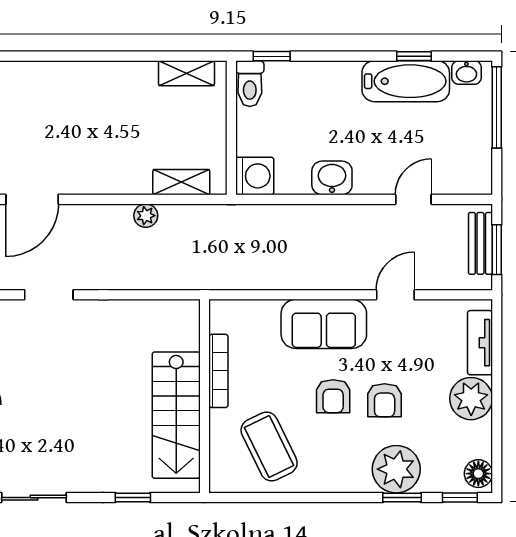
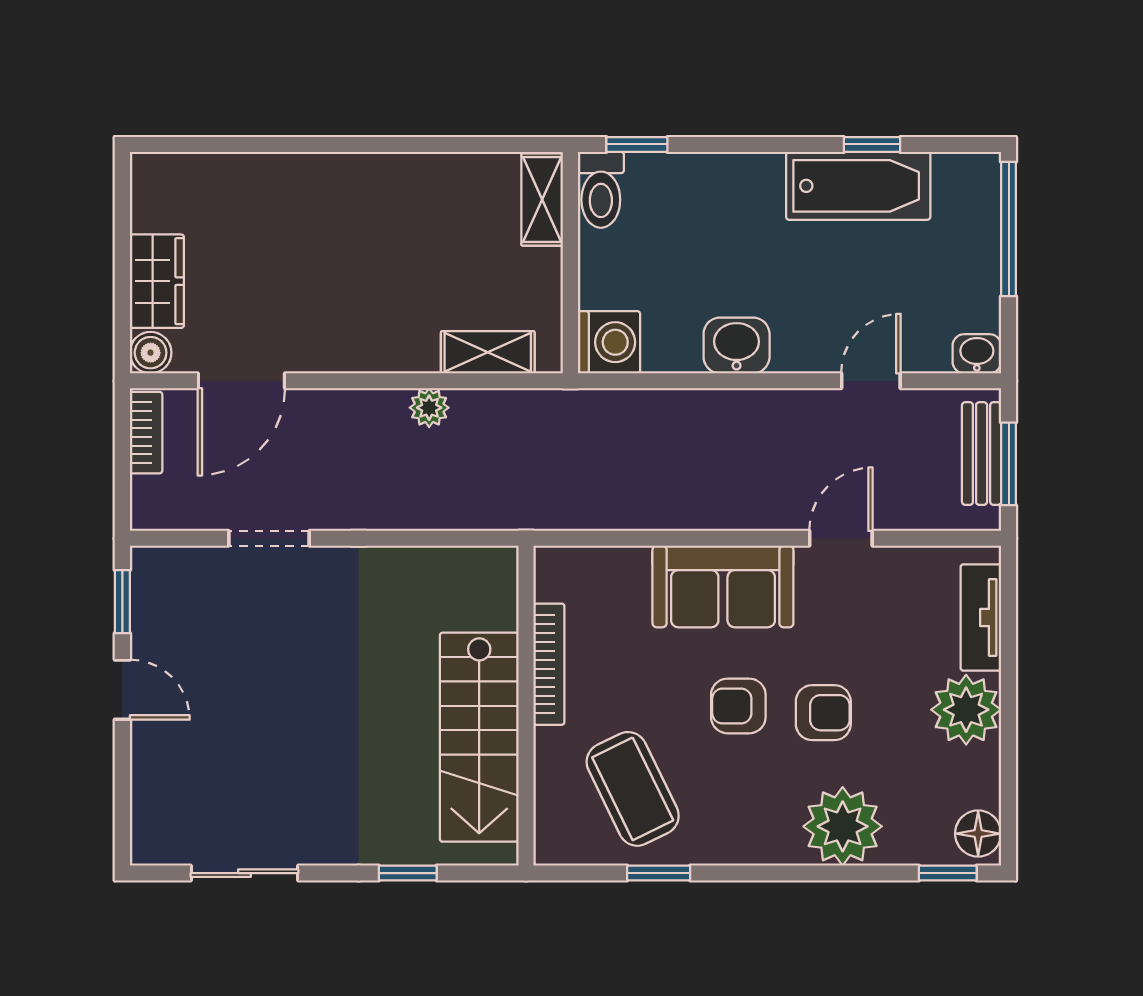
shelving: (186, 73) -> (542, 200), moved, turned 90
washbasin: (466, 73) -> (977, 354), moved, turned 180
armchair: (333, 396) -> (738, 706), turned 90
armchair: (385, 400) -> (823, 713), turned -90
window: (402, 498) -> (659, 873), moved

